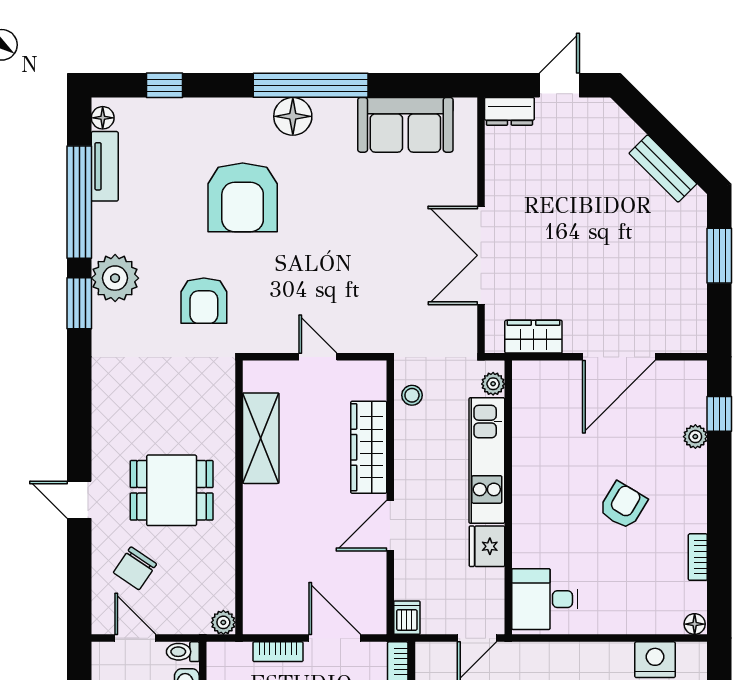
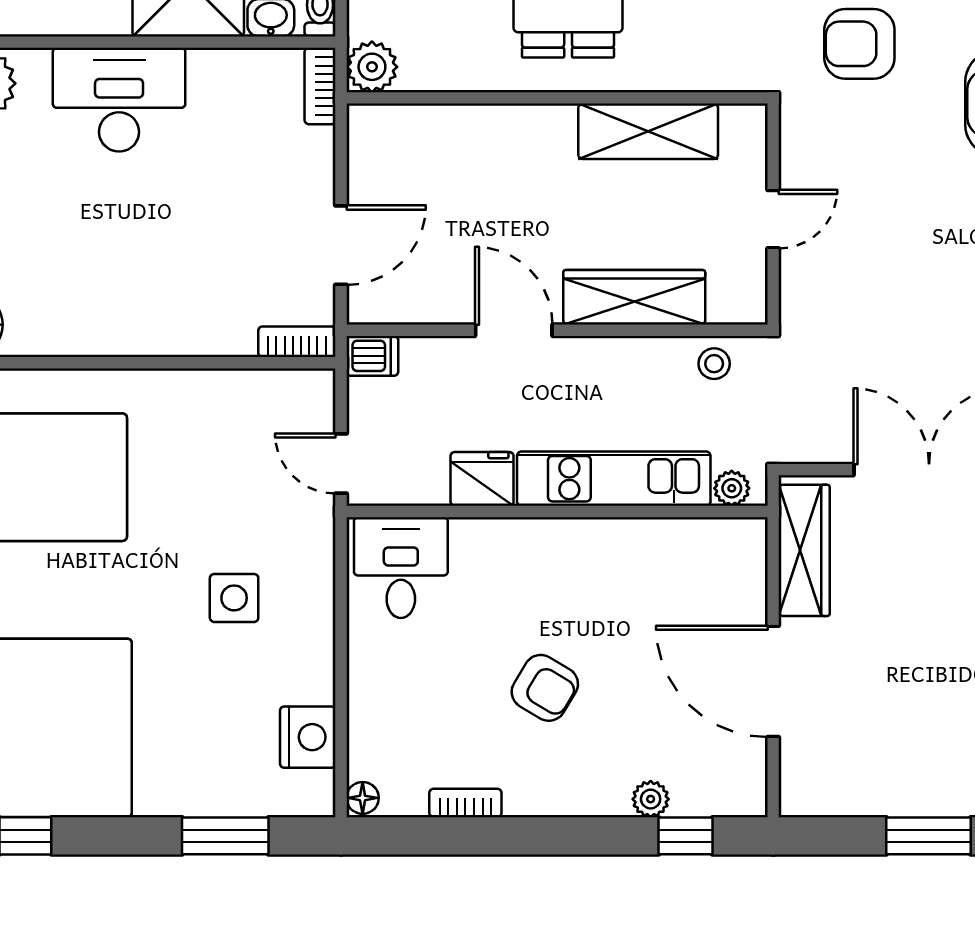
wardrobe: (533, 337) -> (804, 550), width x1.50
plant: (223, 622) -> (372, 67), width x1.38, depth x1.38
bookcase: (278, 652) -> (320, 86), moved

